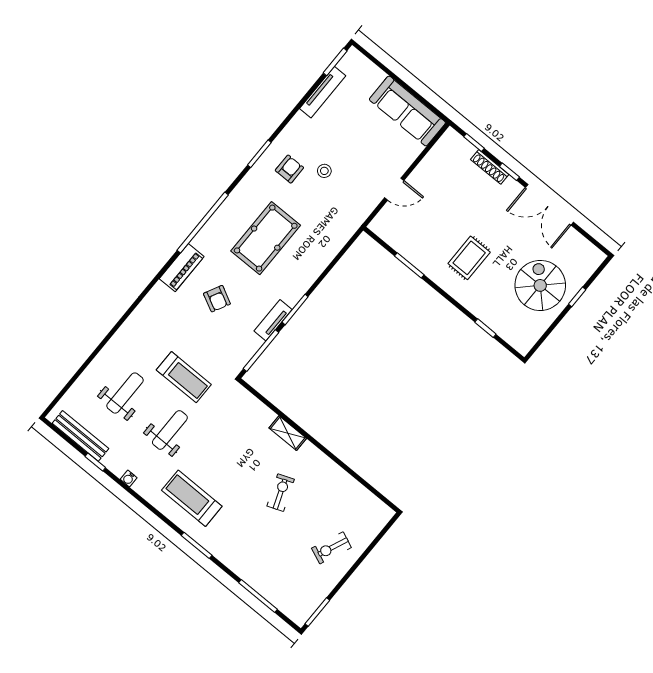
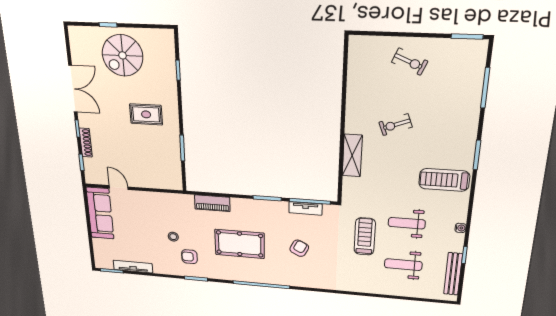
door: (394, 189) -> (119, 188), moved
piano: (182, 268) -> (212, 203), moved, turned 180
tv unit: (273, 320) -> (305, 208), moved
shelving: (288, 433) -> (352, 155), width x1.50, depth x1.33
treadmill: (192, 498) -> (444, 180), turned 90

